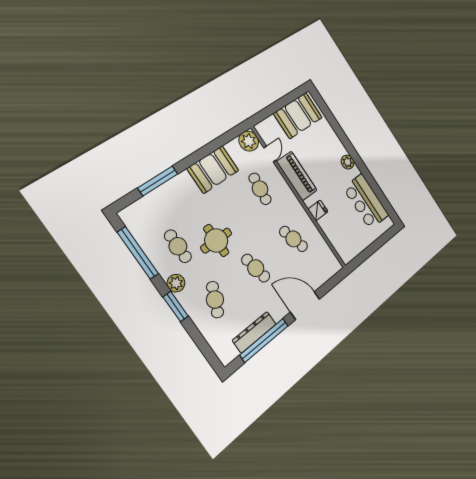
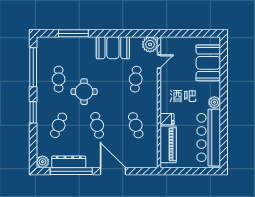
booth: (298, 116) -> (208, 63), moved, turned 90
piano: (297, 176) -> (168, 144), moved
bar counter: (366, 202) -> (209, 138), width x1.36
plant: (176, 283) -> (43, 162), moved

